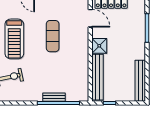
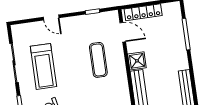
exercise mat: (53, 36) -> (98, 60), moved

